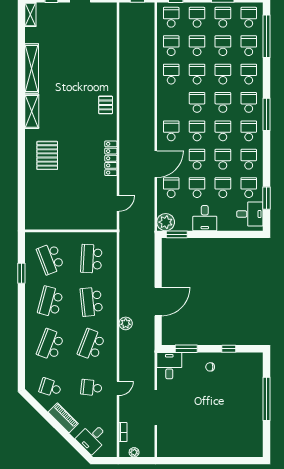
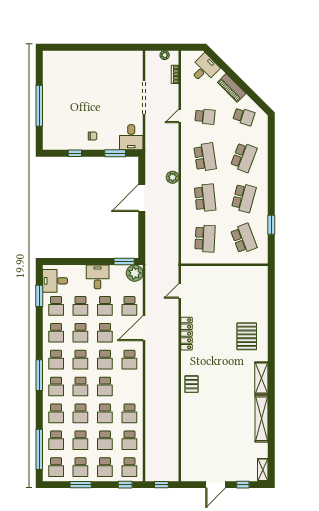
school desk: (91, 345) -> (205, 157), turned -30

